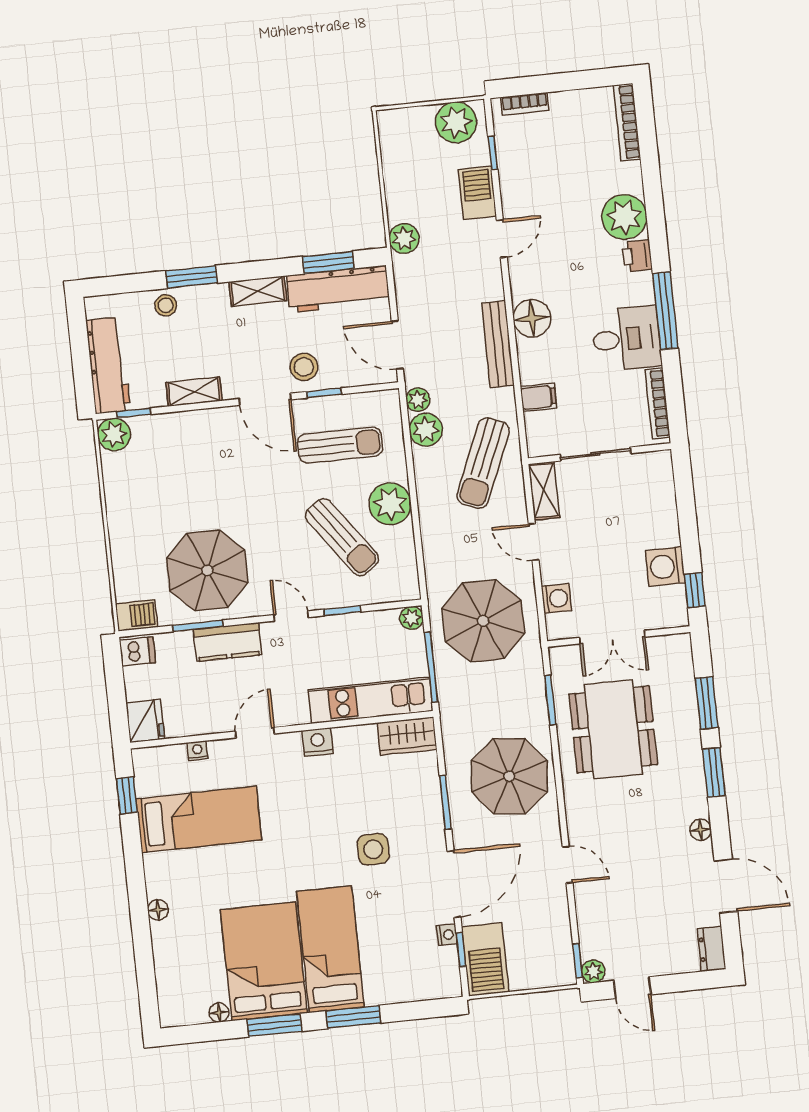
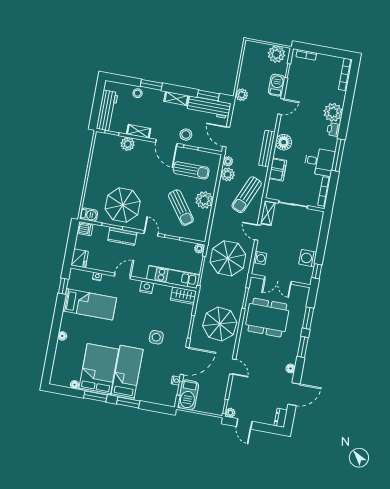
filing cabinet: (538, 397) -> (278, 170), width x2.00
plant: (114, 434) -> (128, 144), moved
dining table: (613, 729) -> (267, 318), turned 90
door: (726, 886) -> (294, 394), hinge flipped

